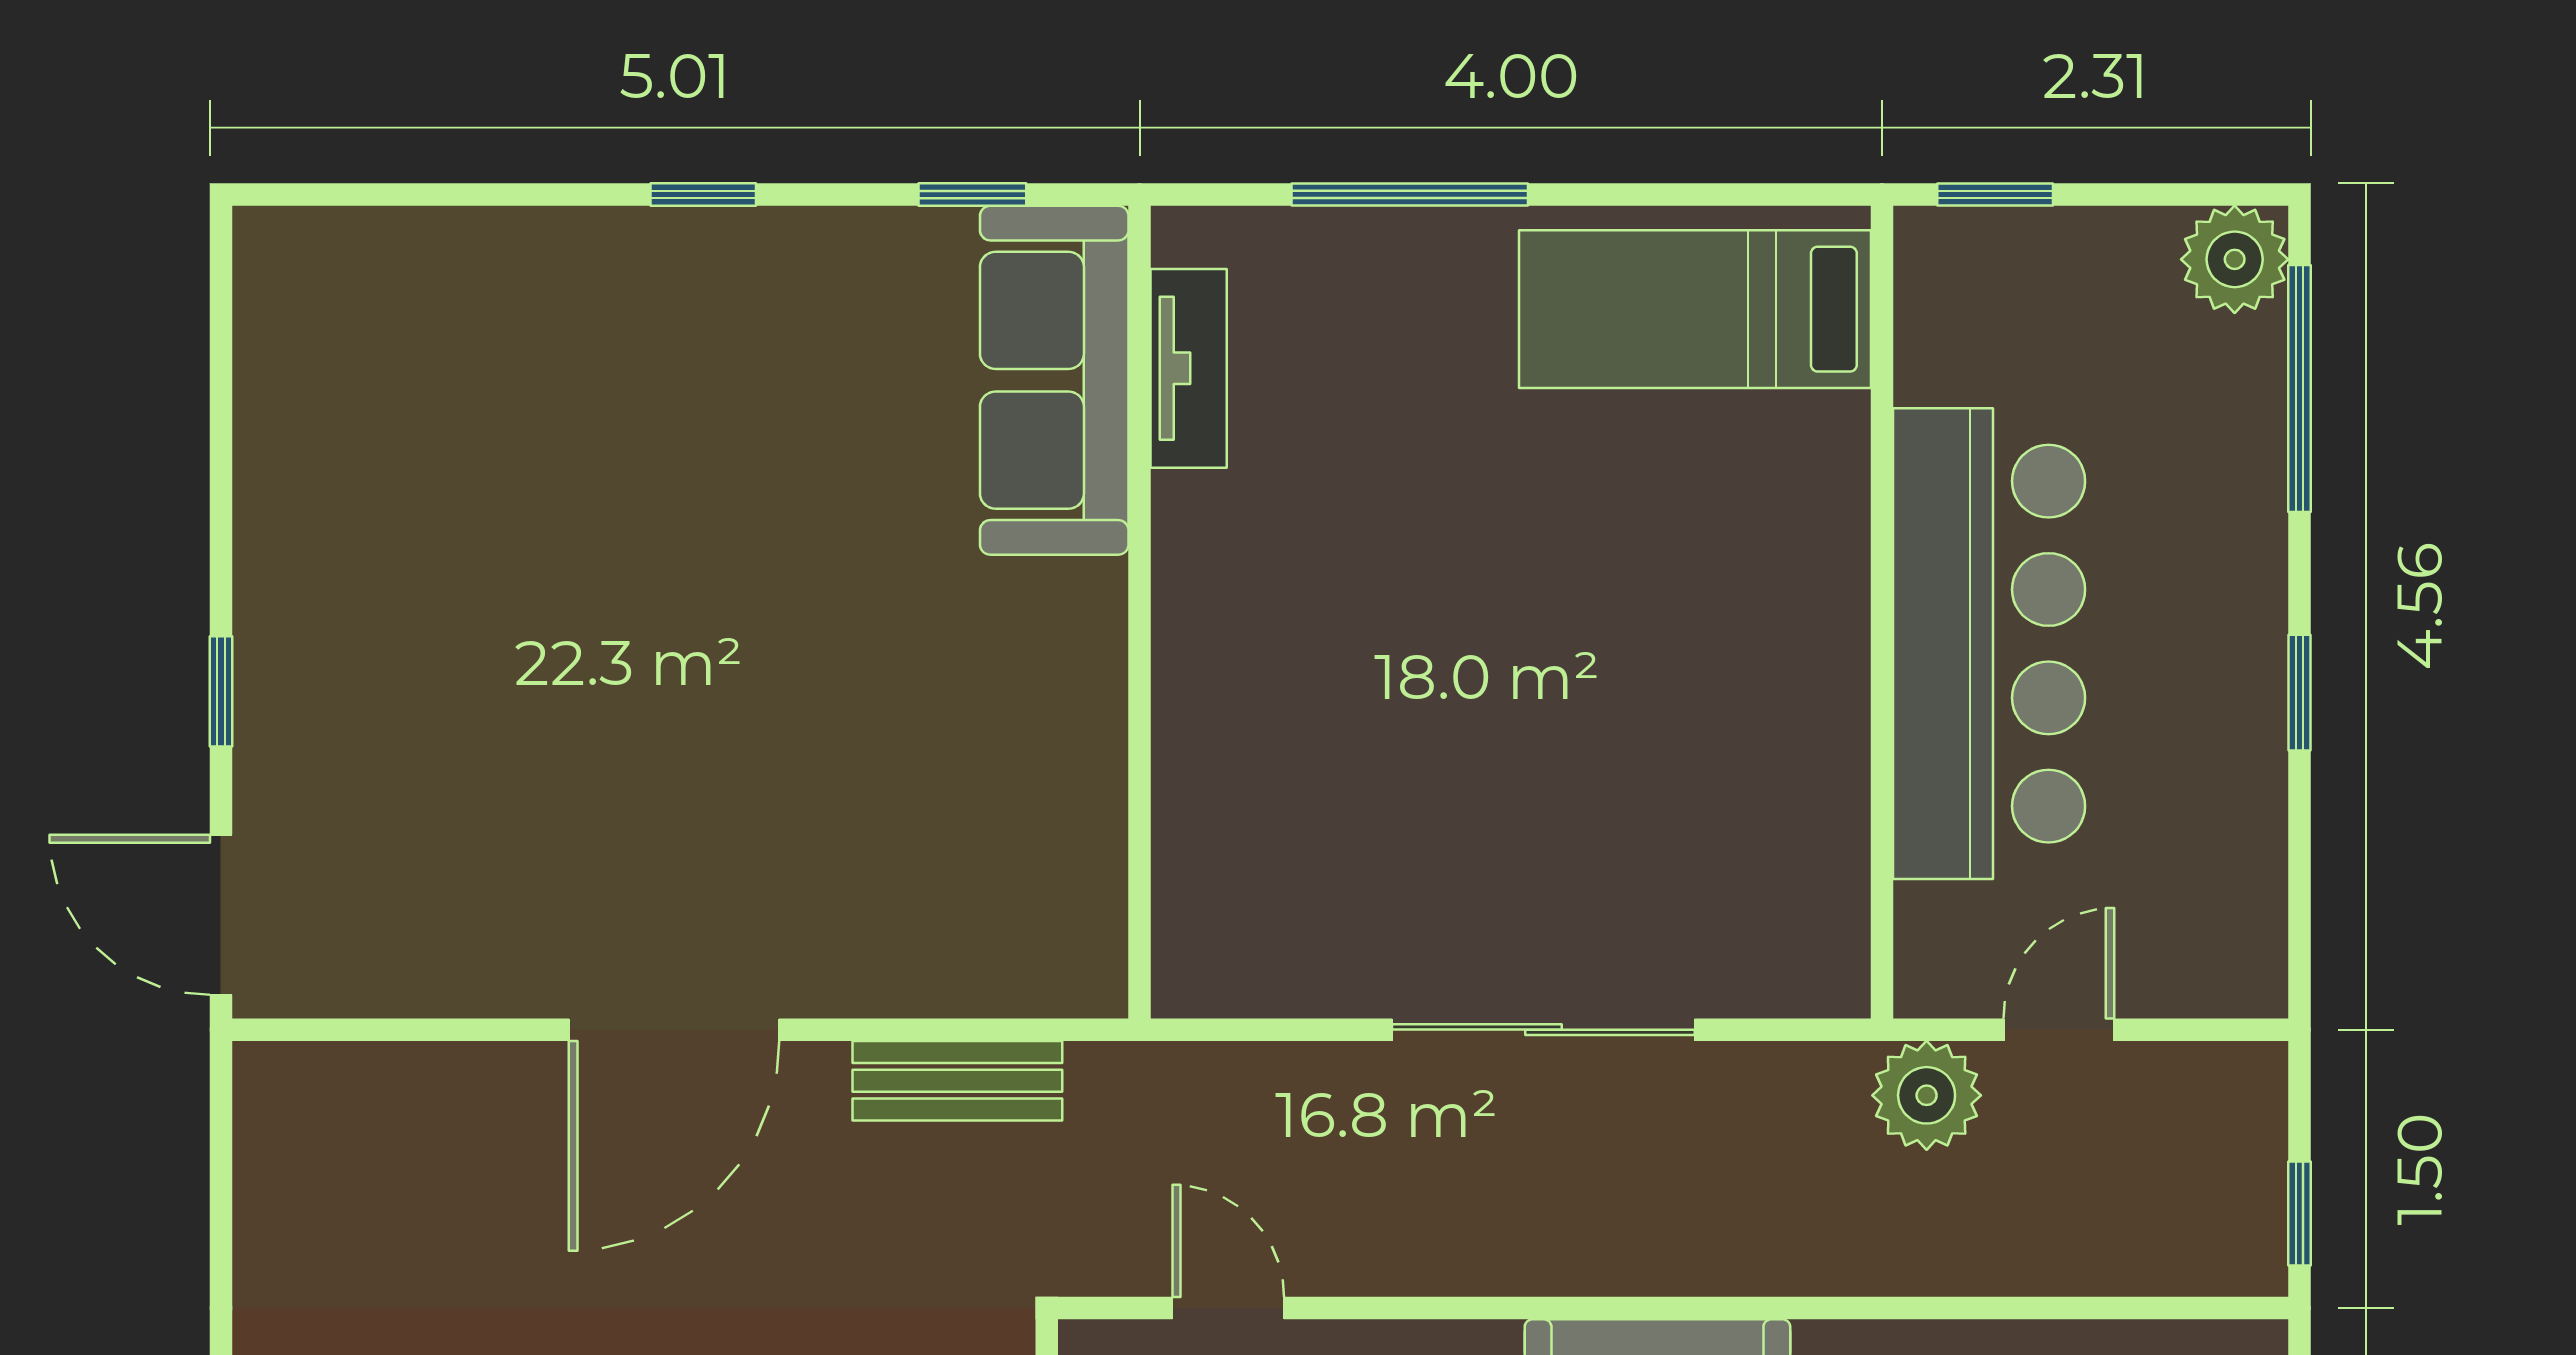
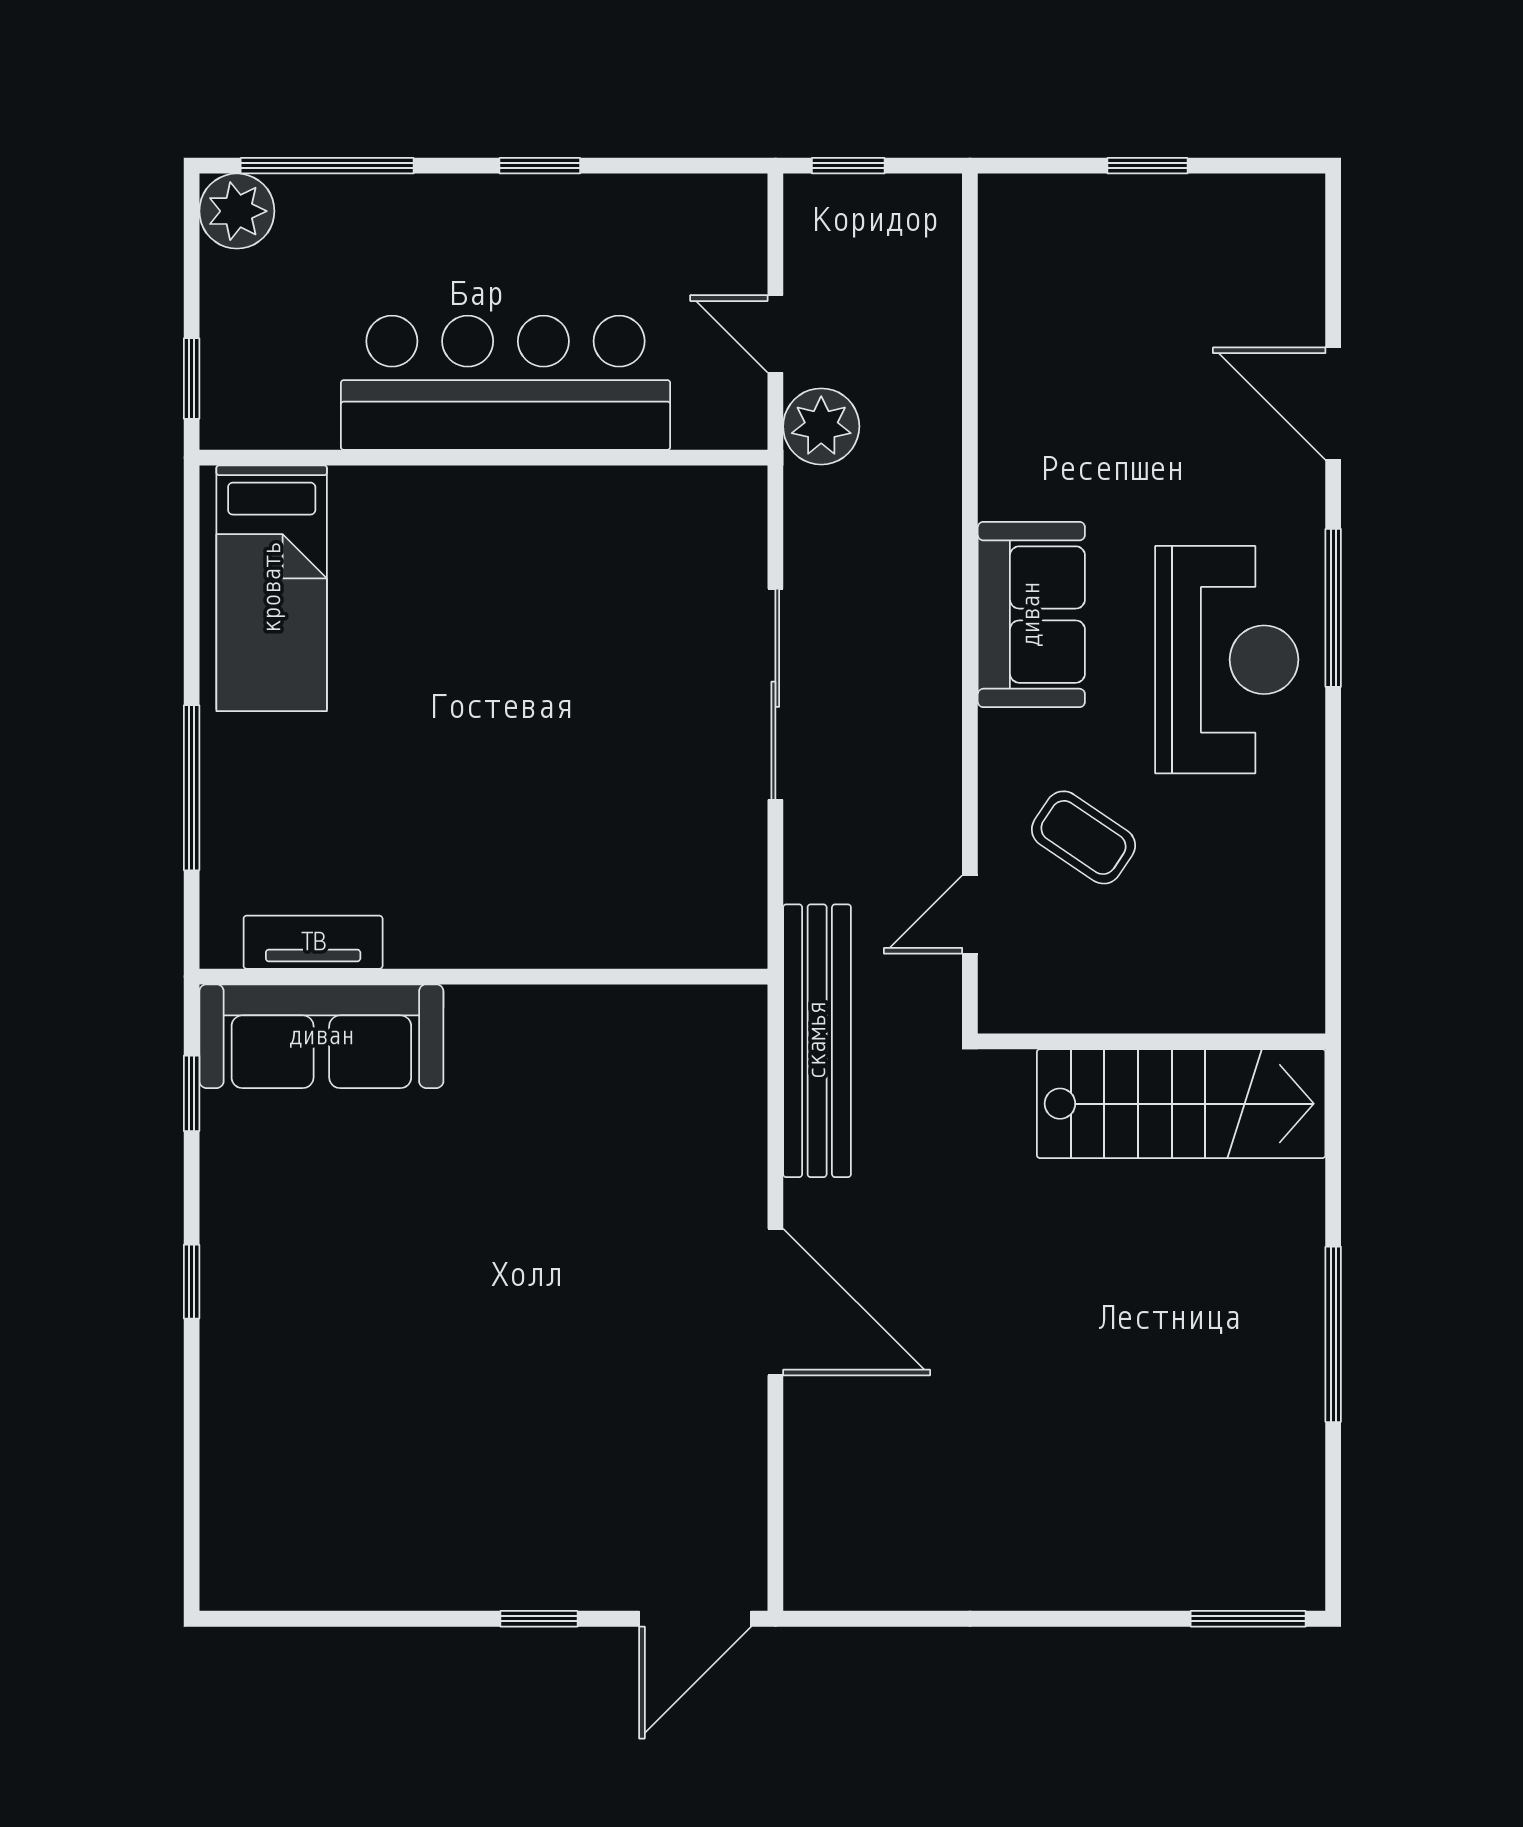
bench: (957, 1081) -> (817, 1041), width x1.86, depth x1.21
window: (2300, 1213) -> (848, 166), moved

